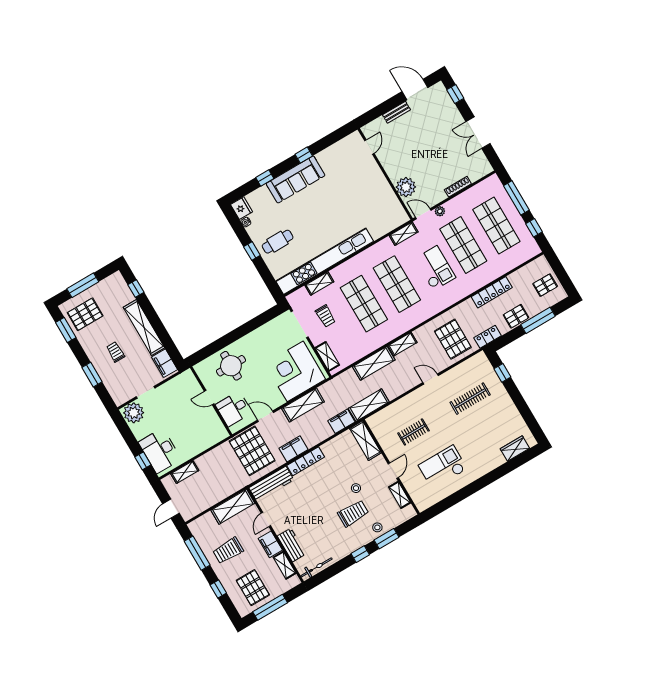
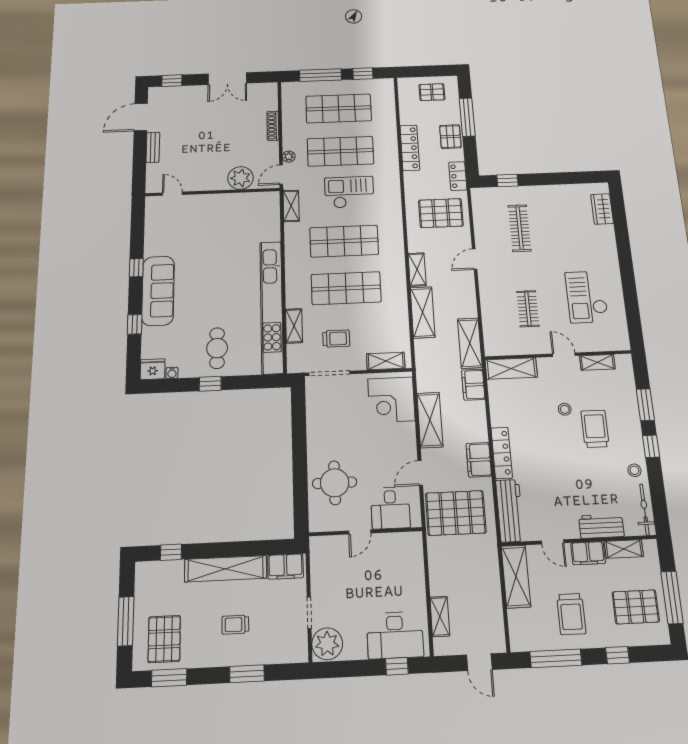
pallet: (545, 285) -> (432, 92), turned 90
corner desk: (295, 371) -> (391, 400), width x0.74, depth x0.74
stool: (377, 527) -> (634, 470), moved

